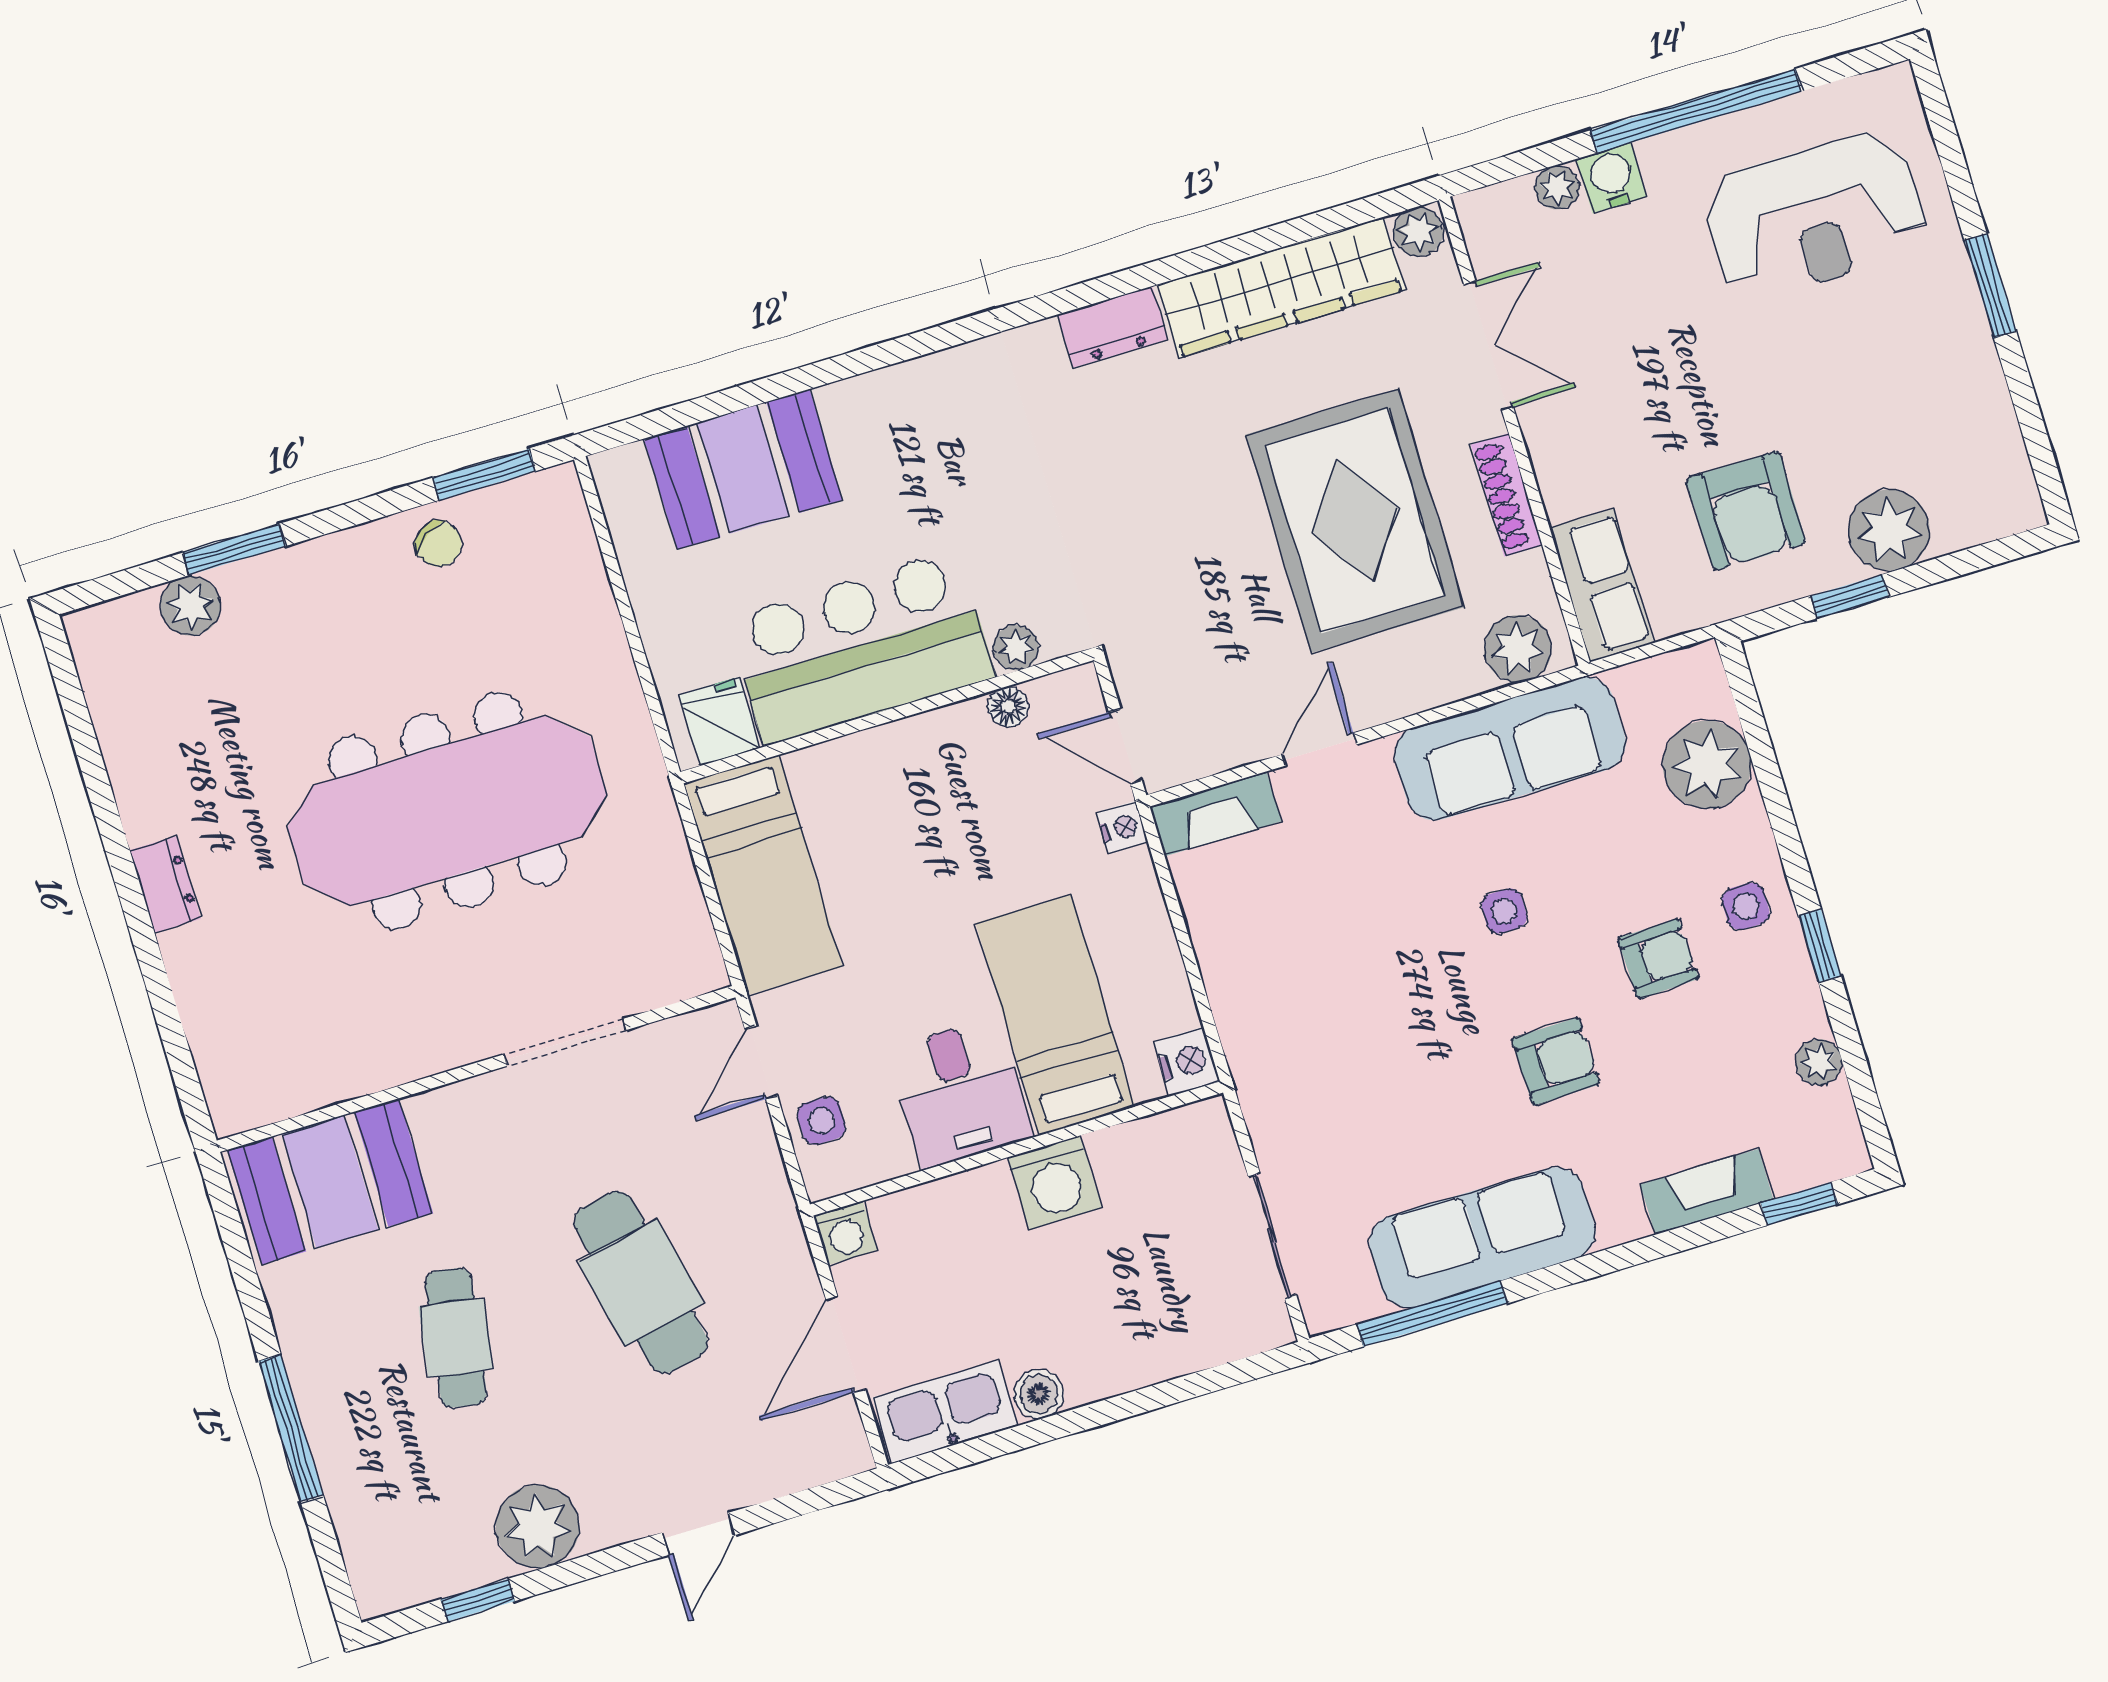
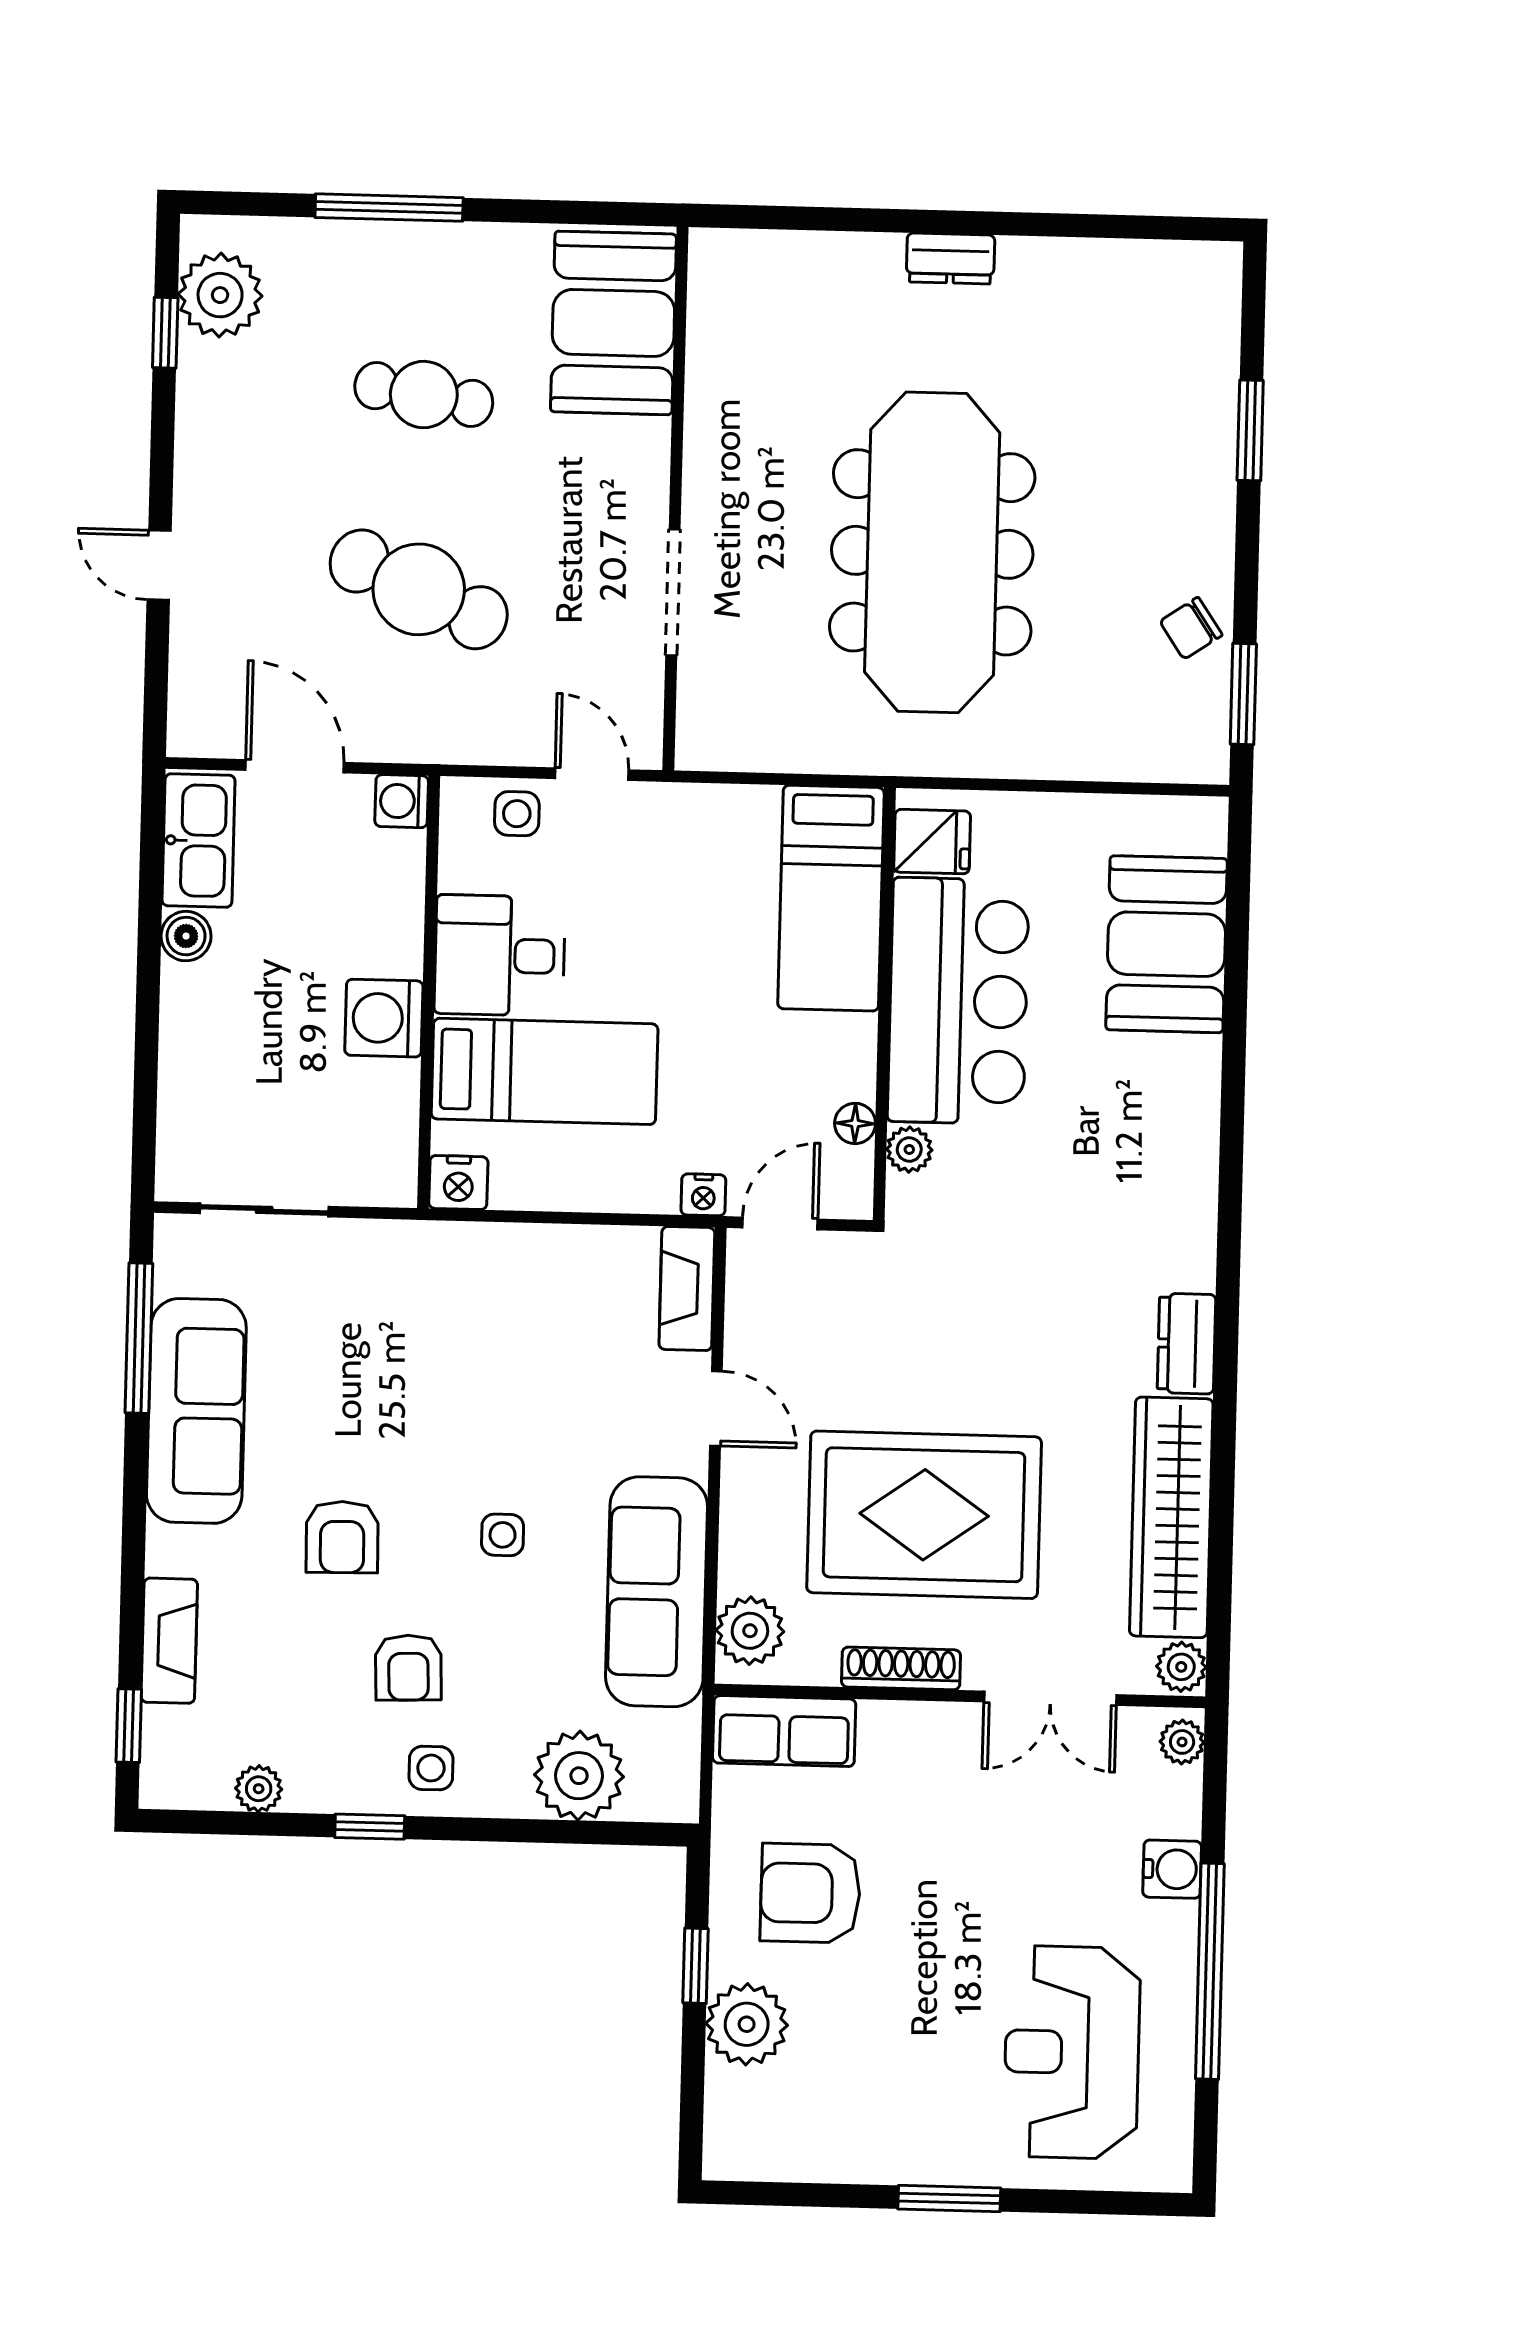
plant: (1557, 187) -> (1182, 1742), moved
plant: (191, 606) -> (1210, 371), removed
bed: (763, 875) -> (831, 898), moved, turned -90
cafe table: (641, 1282) -> (419, 589), turned 36
plant: (538, 1527) -> (220, 295), moved

